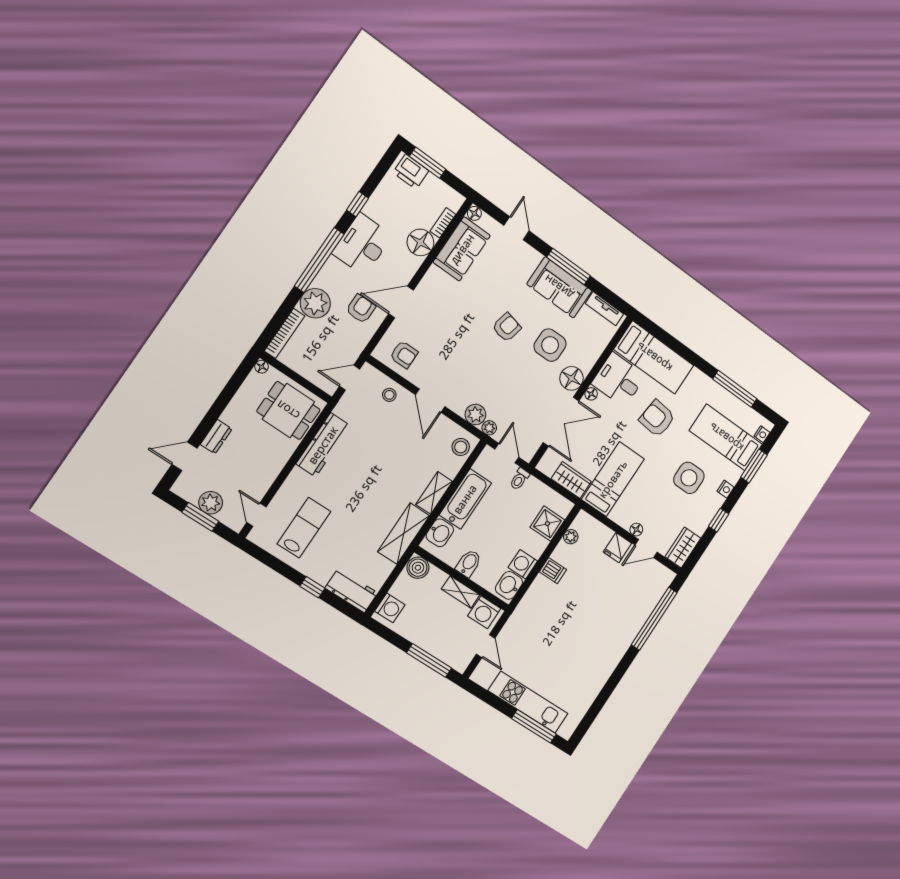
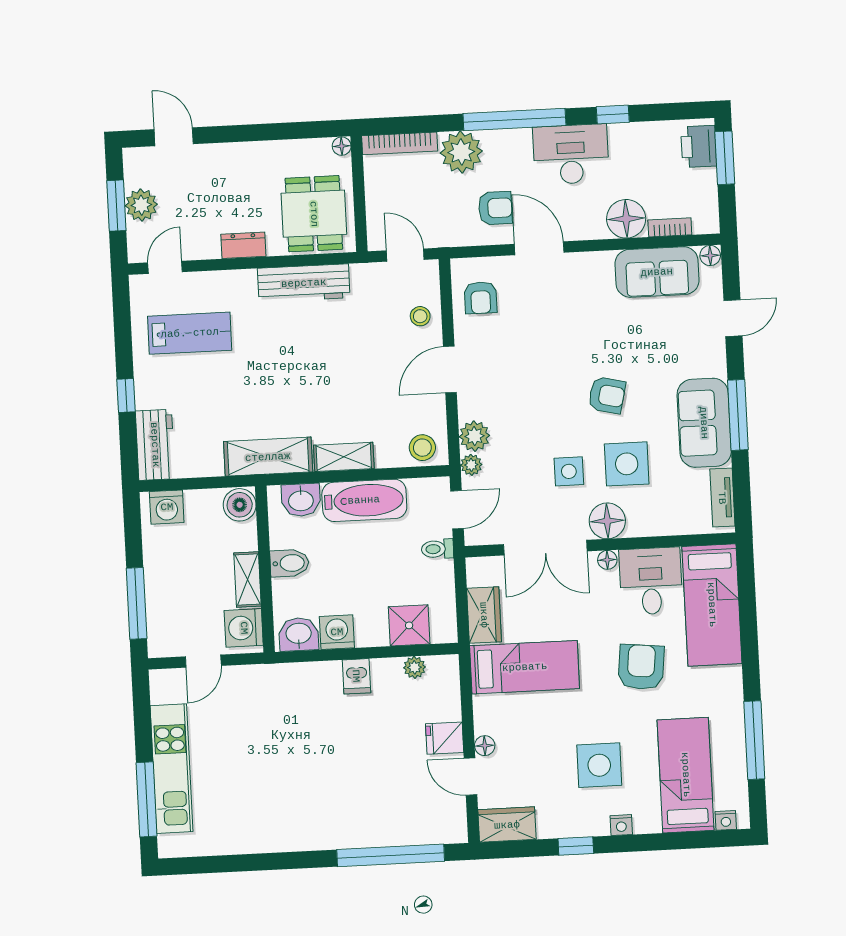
side table: (531, 379) -> (569, 471), added
dresser: (216, 437) -> (243, 245), moved, turned 180
window: (754, 466) -> (678, 841), removed

